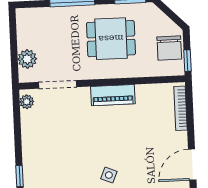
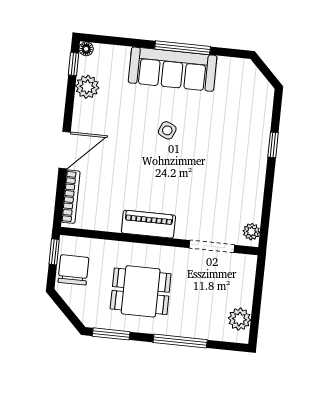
plant: (27, 59) -> (239, 319), moved
door: (192, 165) -> (65, 150), moved

